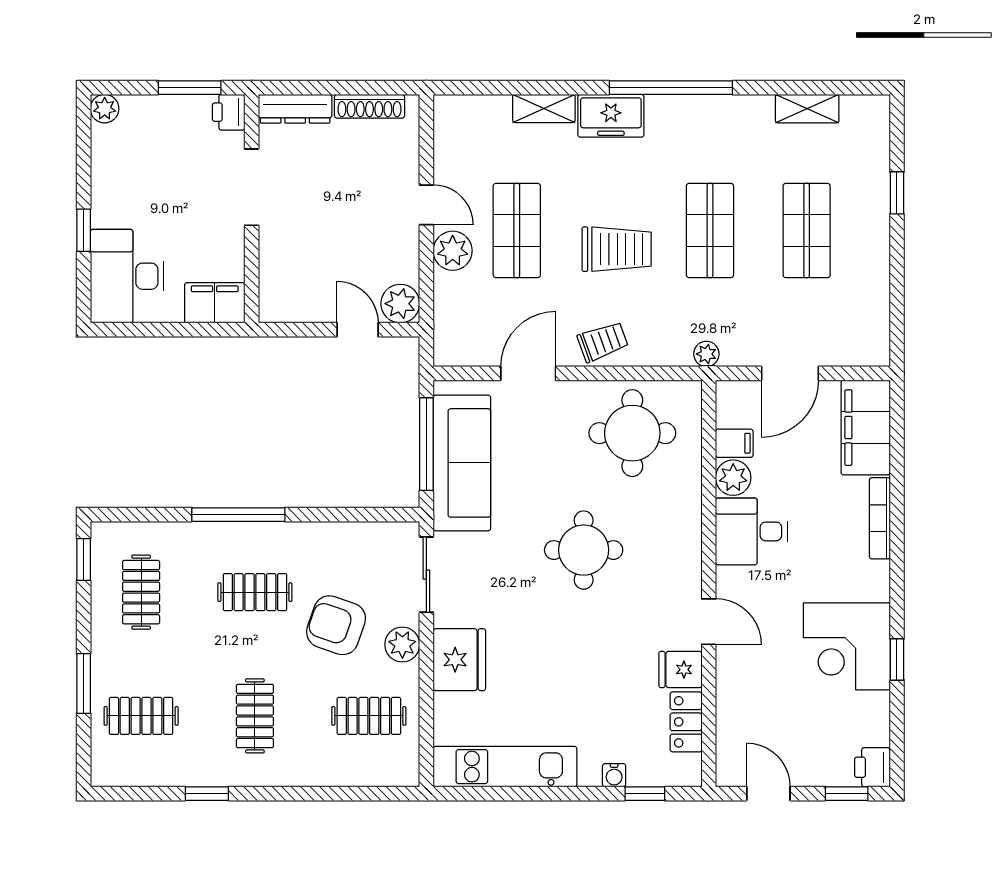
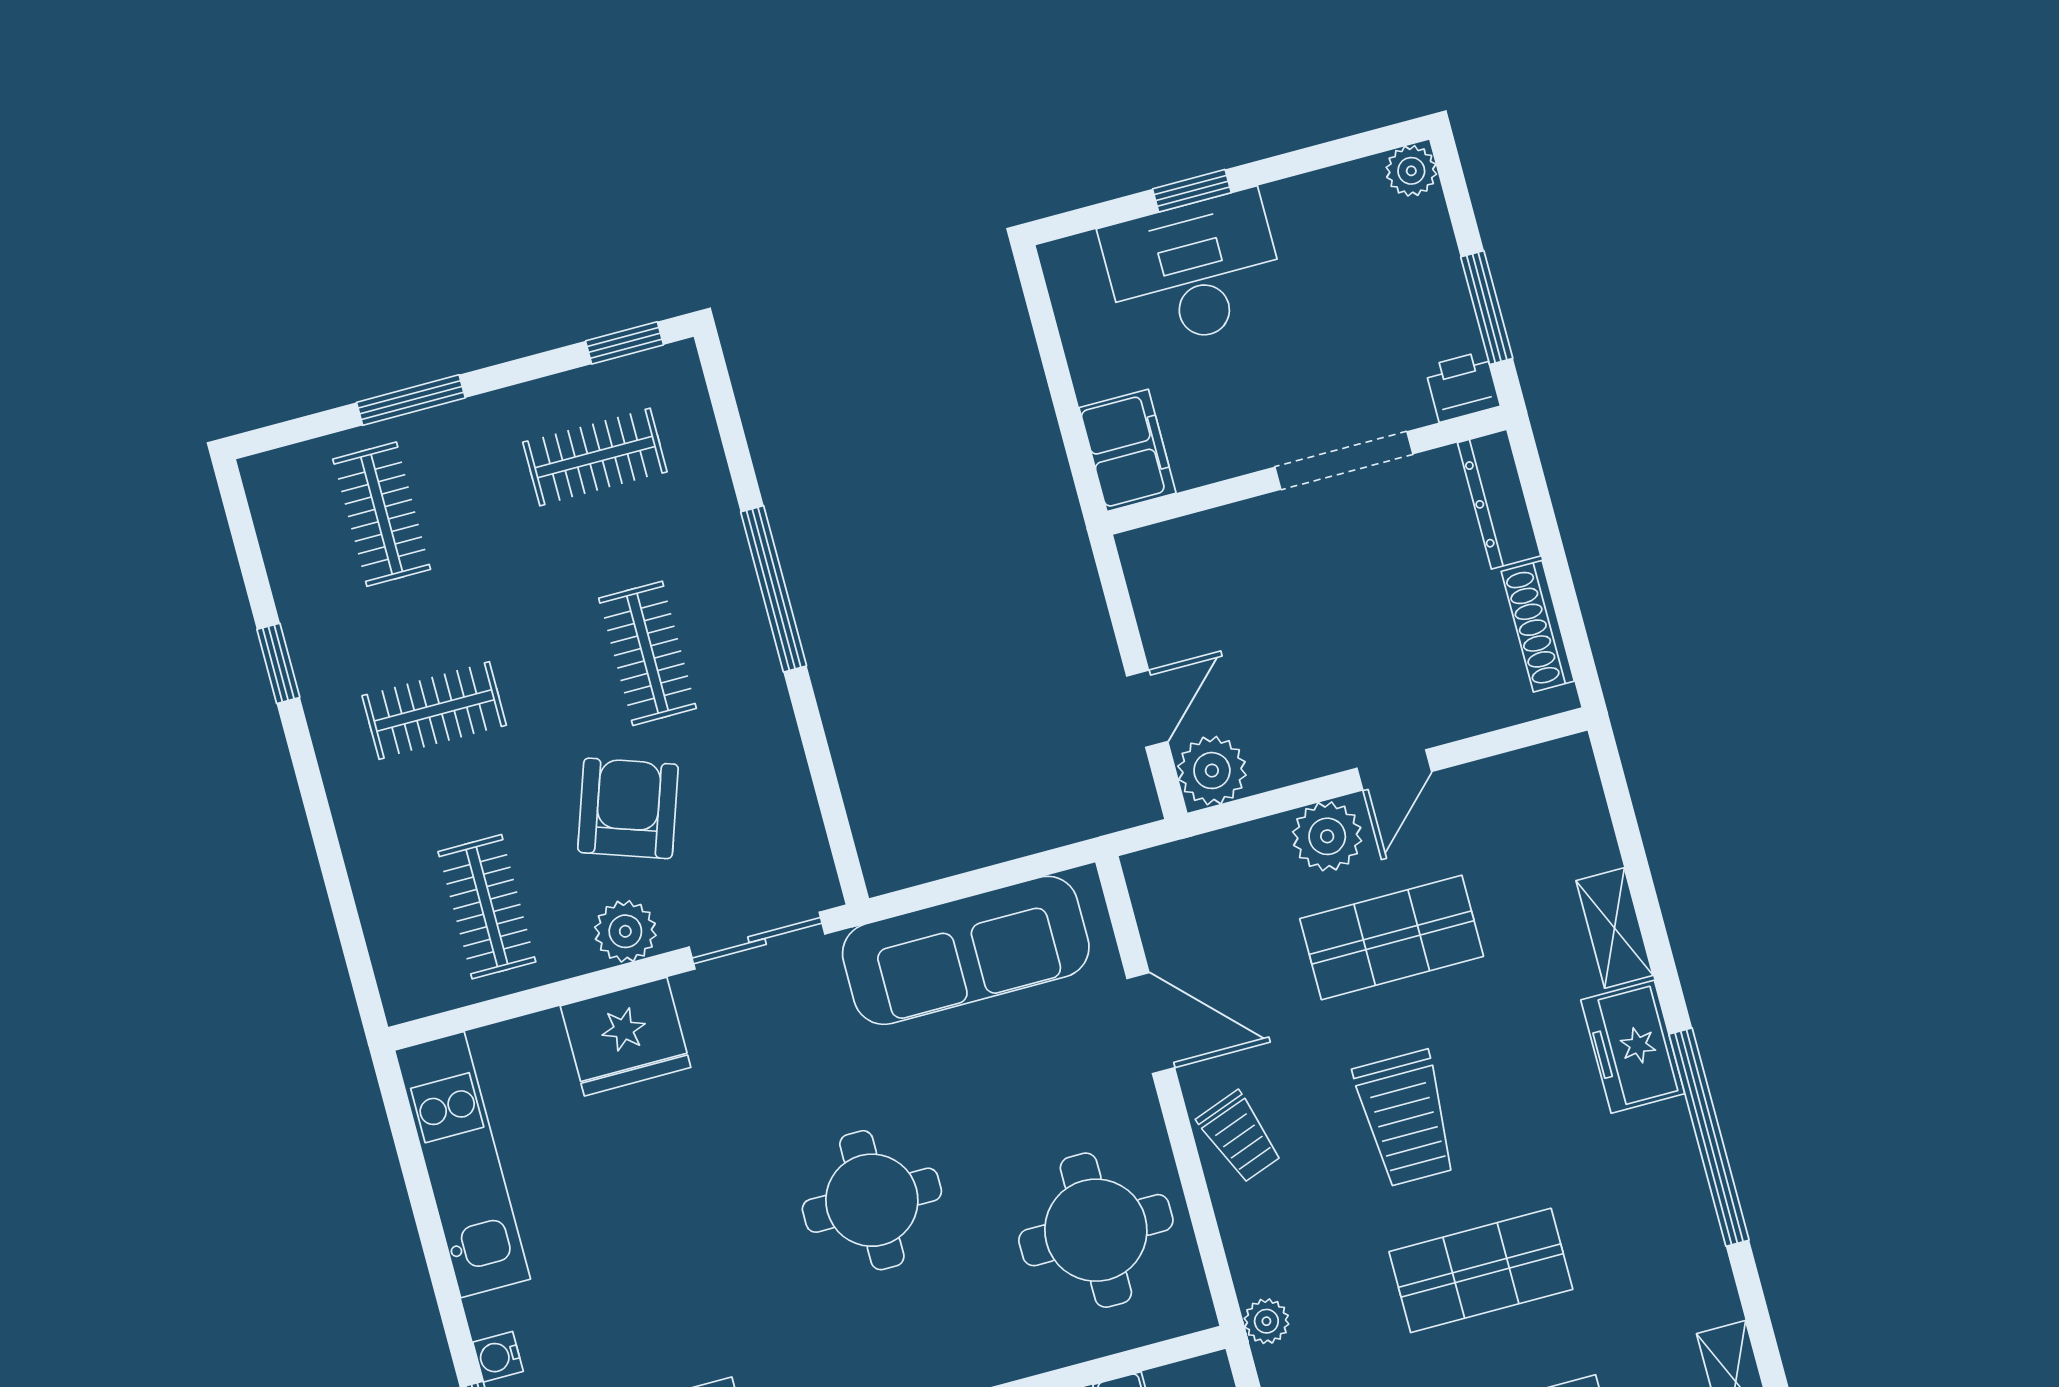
desk: (127, 276) -> (1194, 271), moved
window: (426, 444) -> (982, 880), removed

